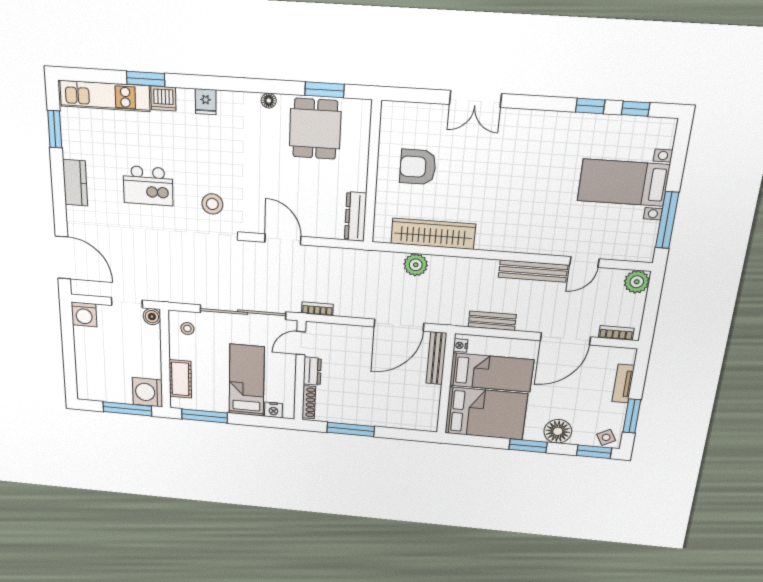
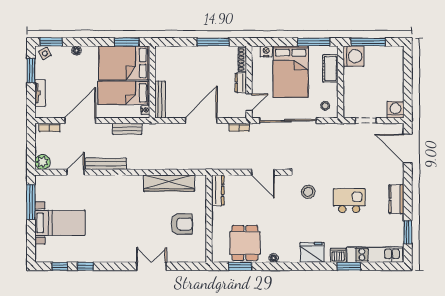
fridge: (206, 102) -> (312, 252), width x1.88, depth x1.34
plant: (416, 265) -> (178, 162), removed
boiler: (152, 317) -> (349, 112), removed
door: (399, 325) -> (201, 121), moved
bed: (247, 380) -> (291, 72), width x1.50
floor lamp: (558, 431) -> (76, 50), width x0.53, depth x0.53
window: (528, 446) -> (127, 42), moved

